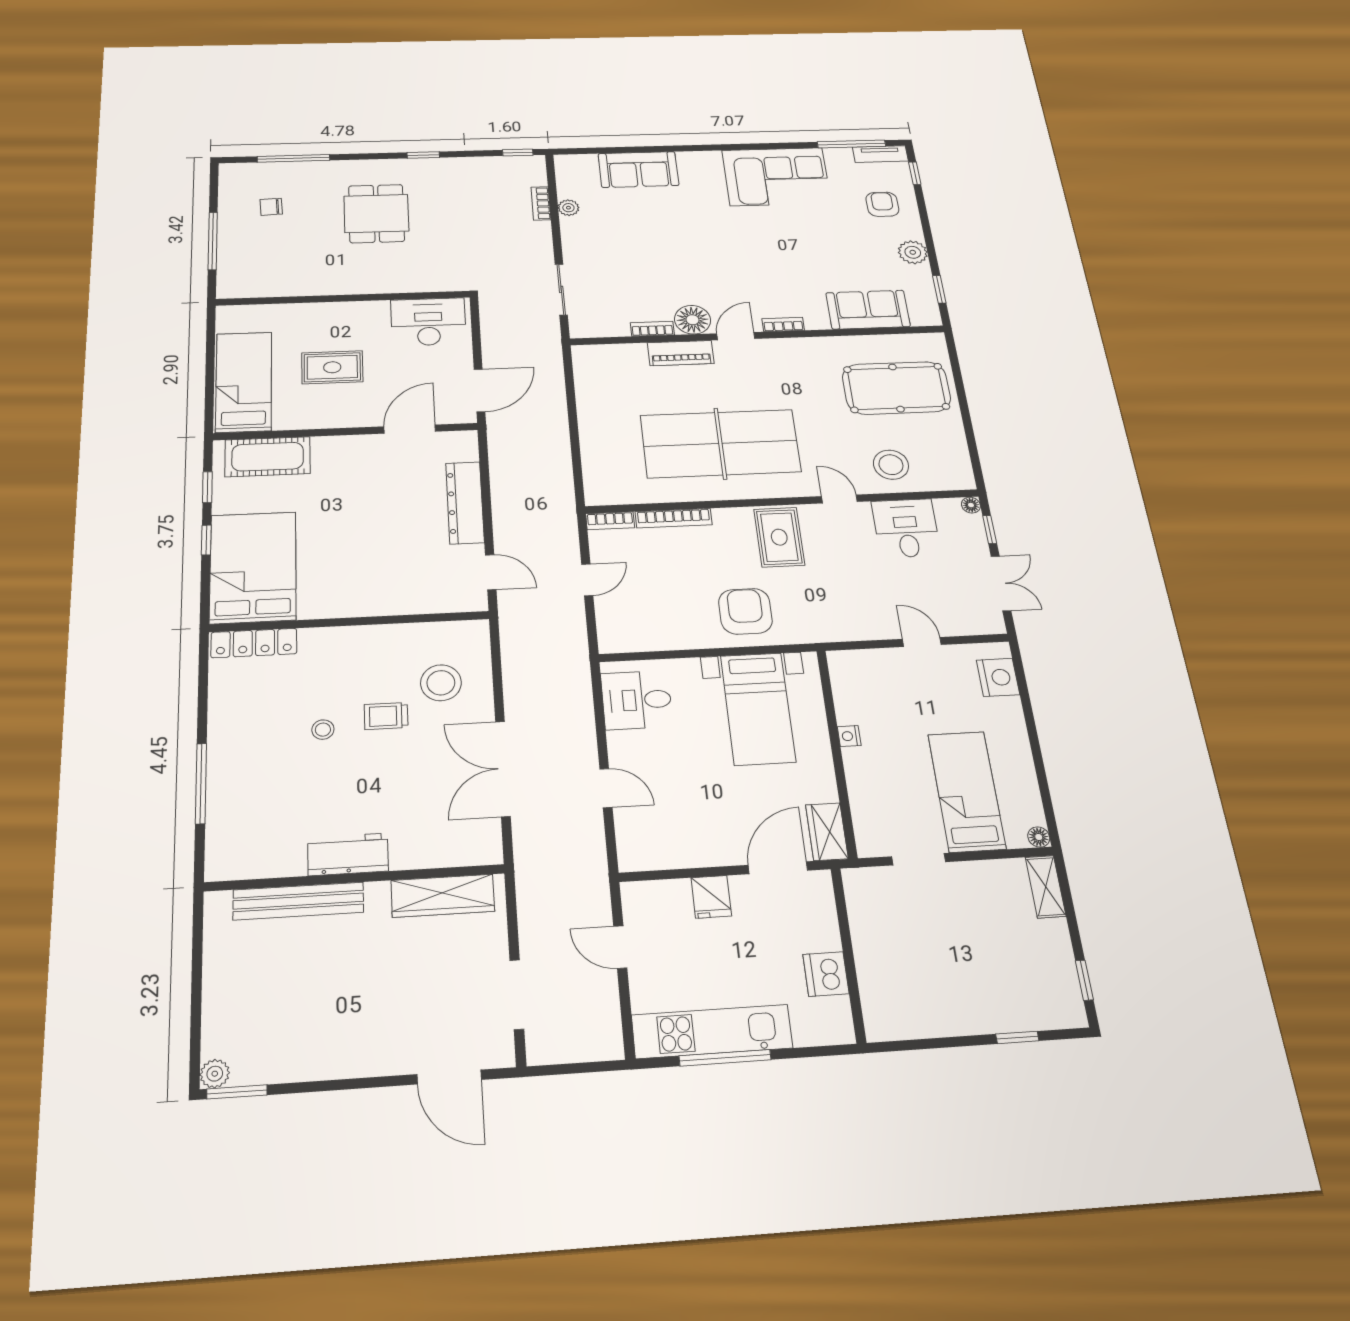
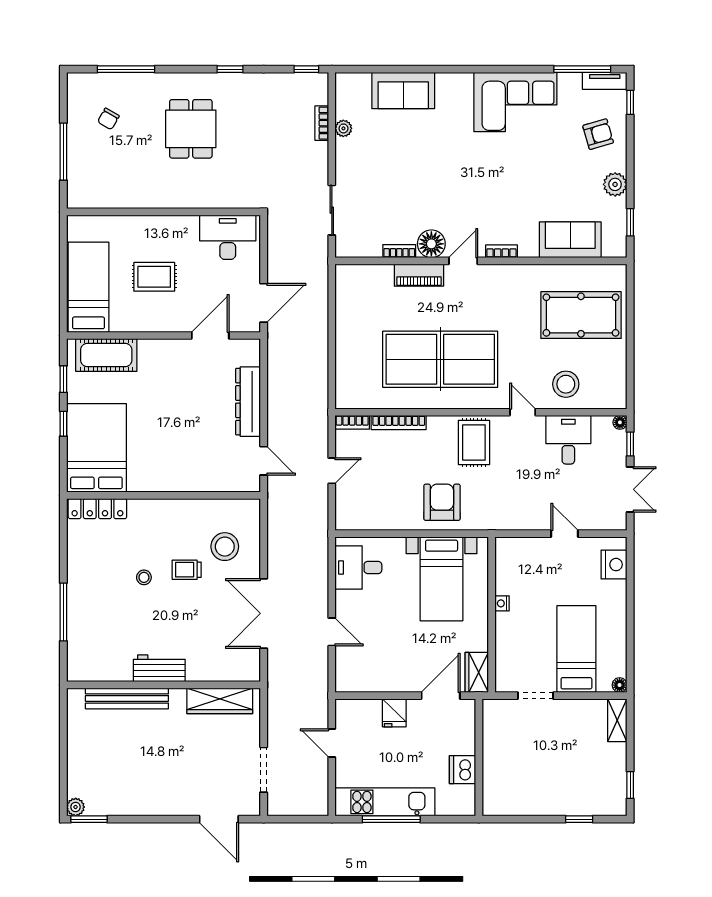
armchair: (882, 204) -> (598, 134), turned 74
chair: (271, 207) -> (108, 119), turned -57

